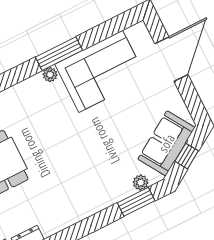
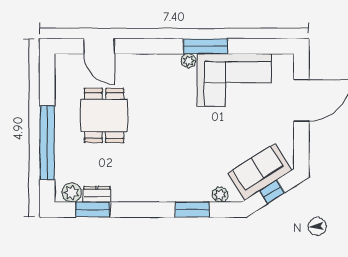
window: (136, 202) -> (192, 210), moved

